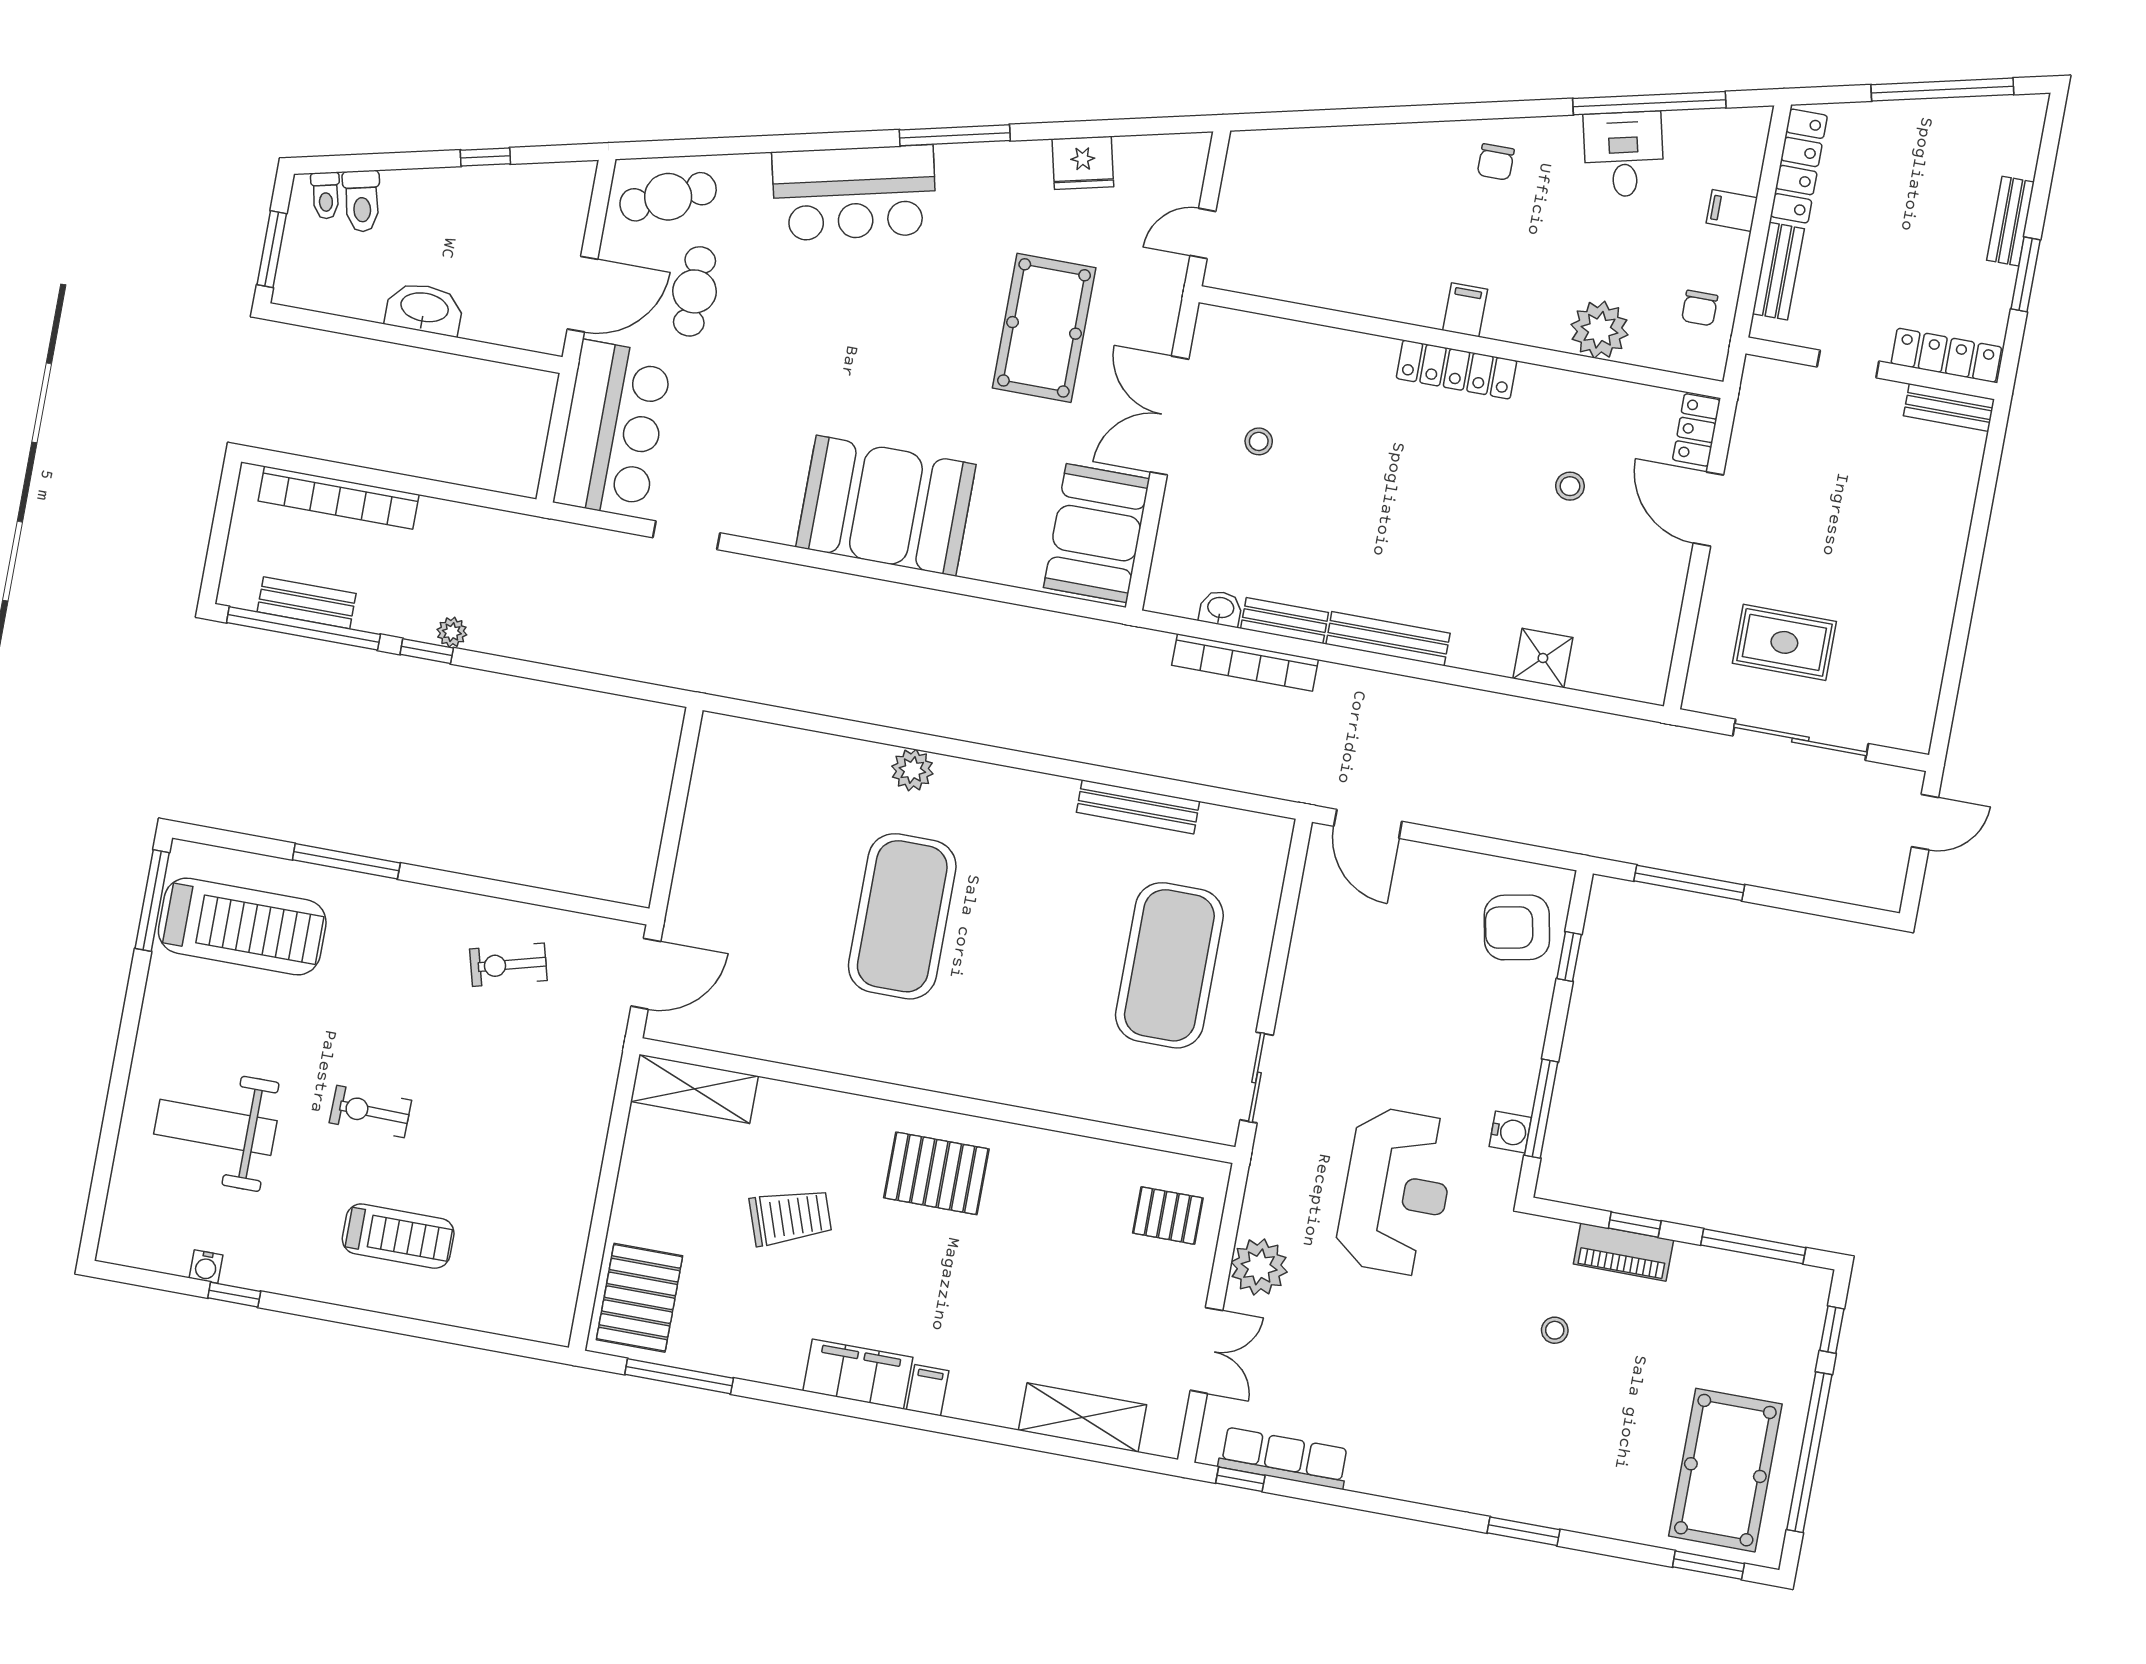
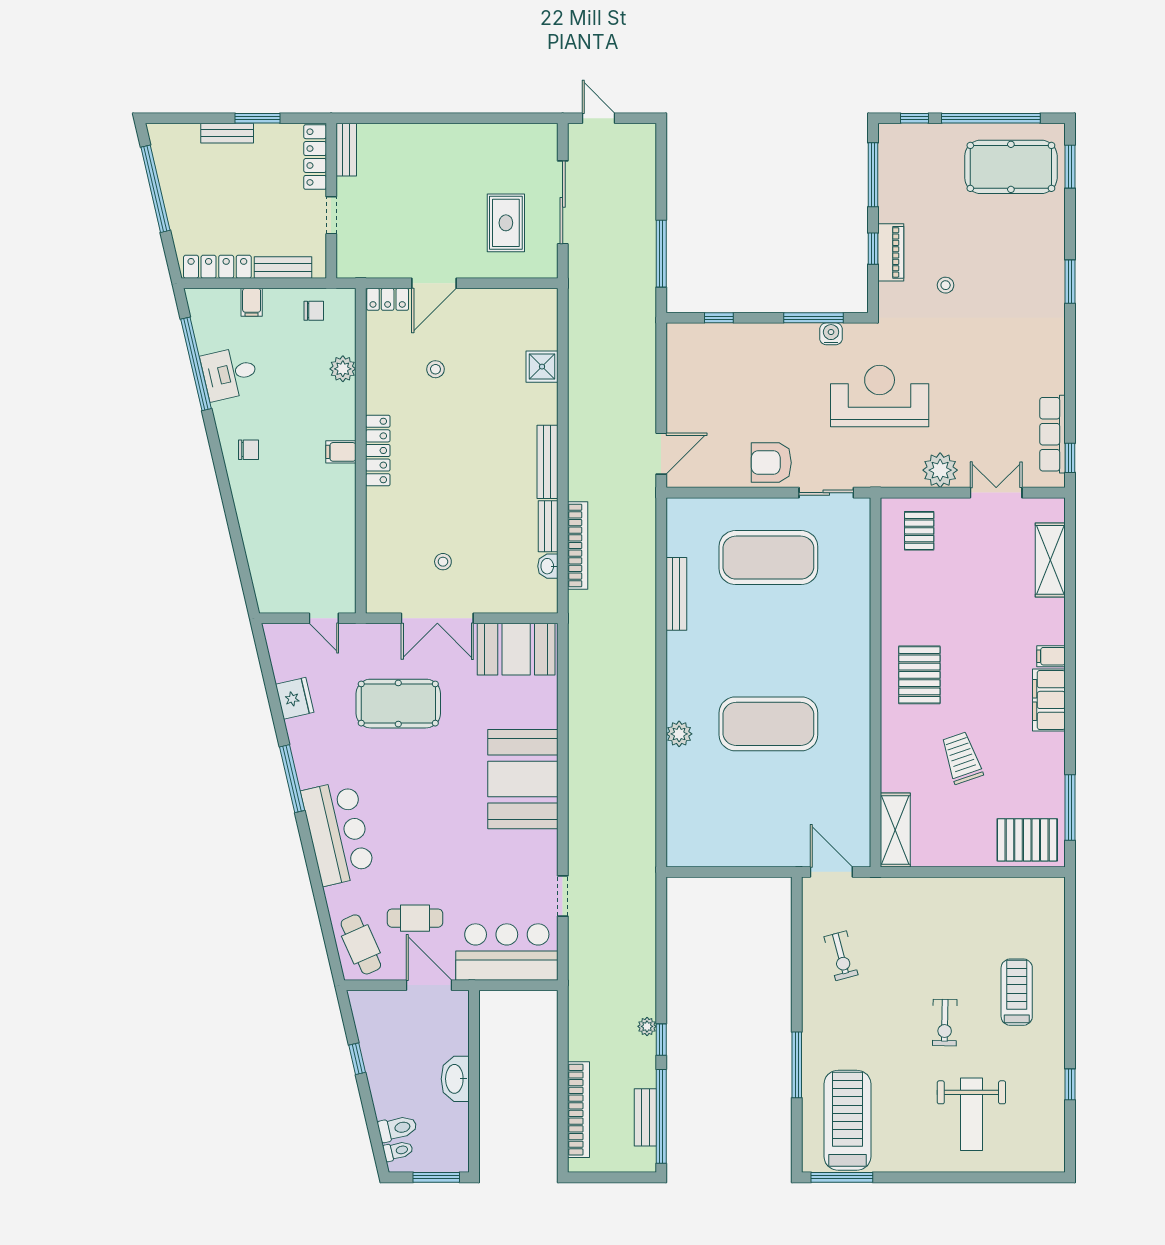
plant: (1599, 330) -> (343, 369), width x0.73, depth x0.73
armchair: (1517, 927) -> (771, 463), moved, turned 101
water cooler: (206, 1267) -> (1056, 1104), removed

